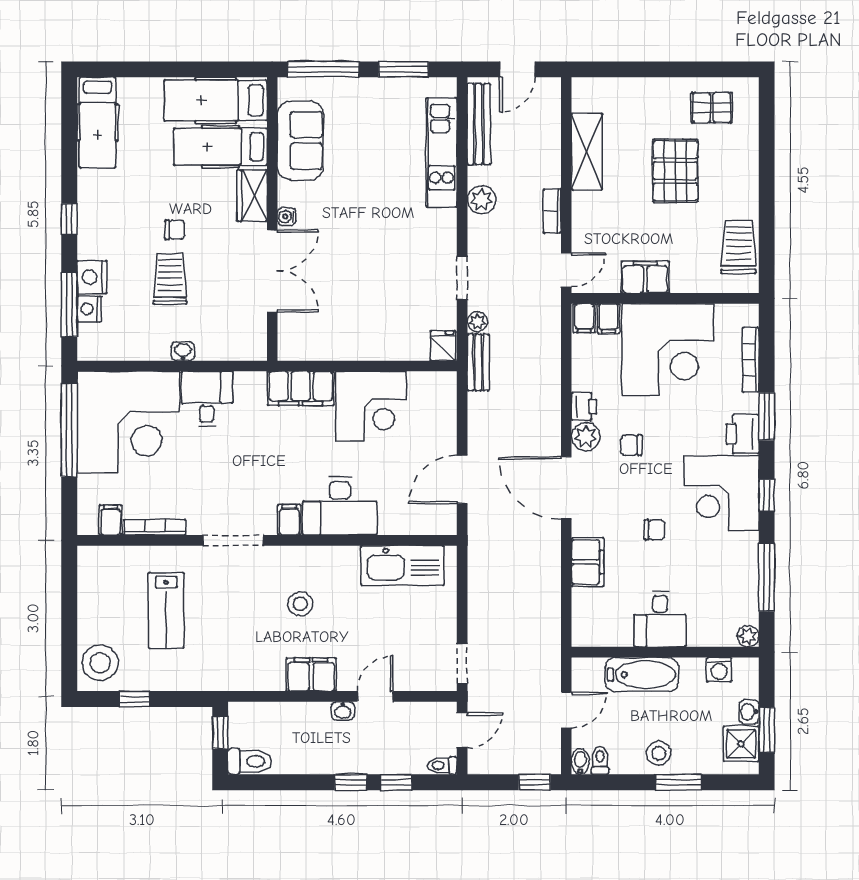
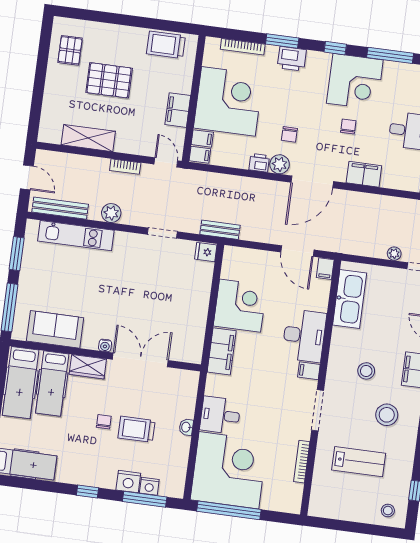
plant: (477, 322) -> (394, 254), moved
corner desk: (721, 493) -> (355, 82), moved
filing cabinet: (111, 520) -> (325, 269), moved, turned -90
stool: (240, 642) -> (387, 415), added
stool: (100, 663) -> (388, 511), width x0.53, depth x0.53

